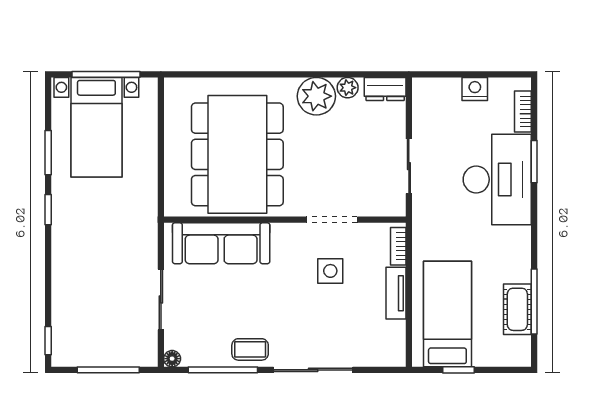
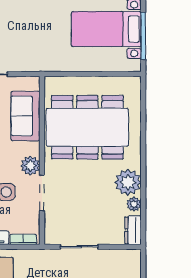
plant: (292, 236) -> (30, 166), added
sofa: (221, 243) -> (25, 116), width x0.73

